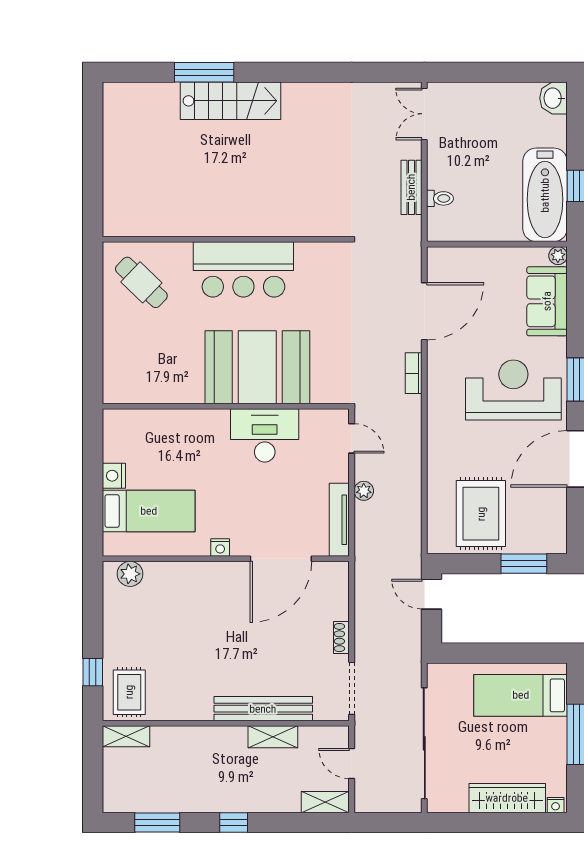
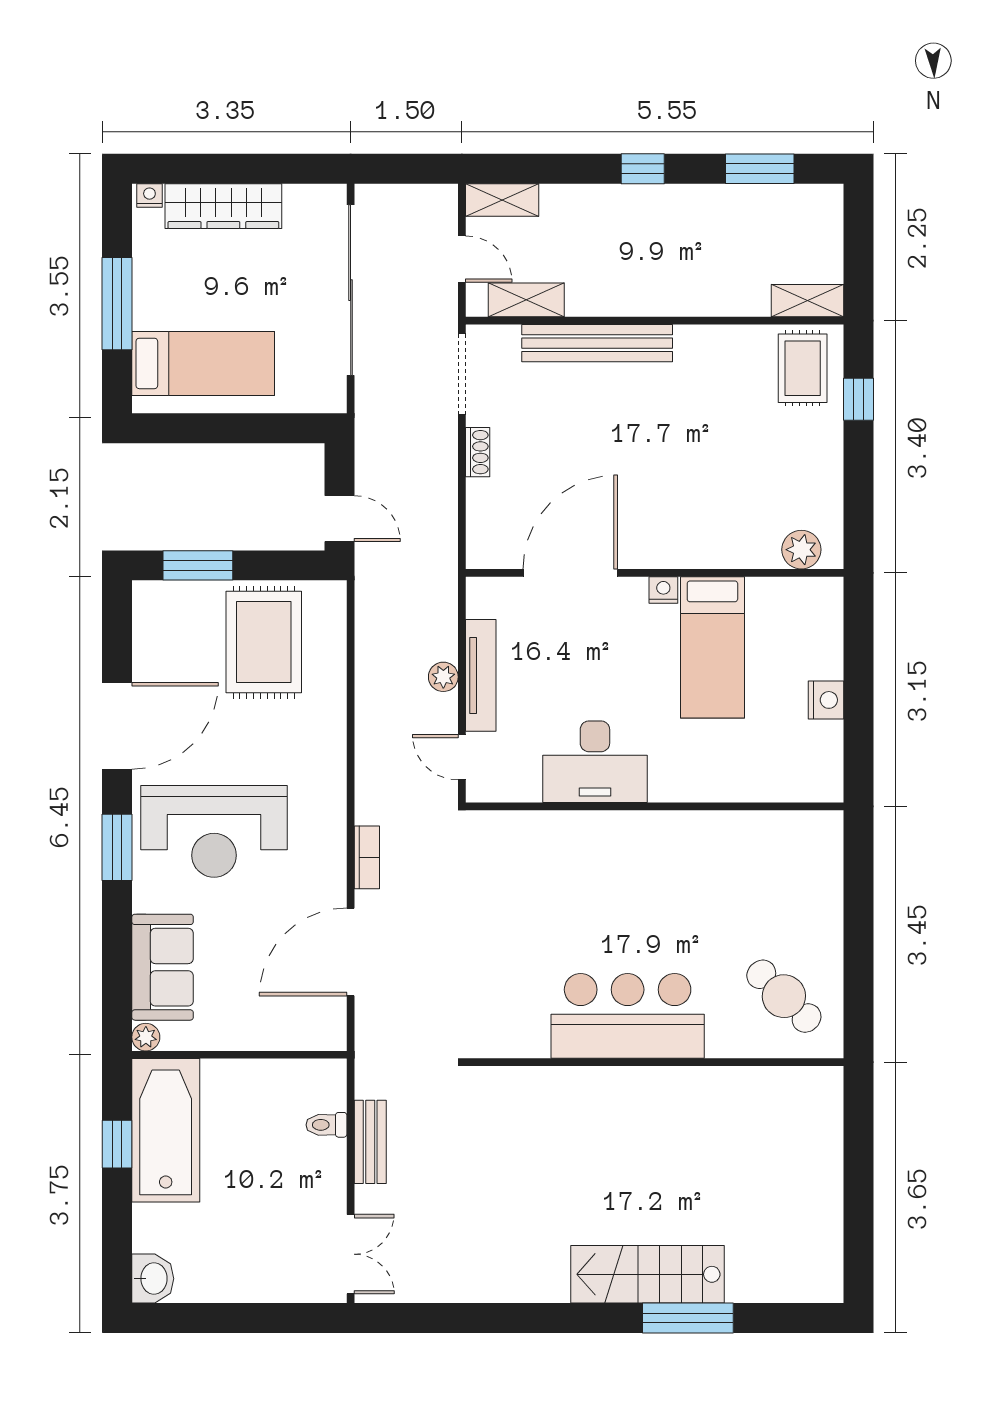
booth: (257, 367) -> (606, 866), removed
bed: (149, 511) -> (712, 647), moved, turned -90
tv unit: (339, 520) -> (481, 675), moved
shelving: (273, 737) -> (526, 300), moved

